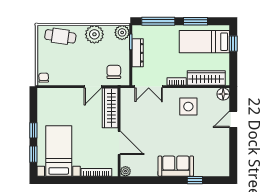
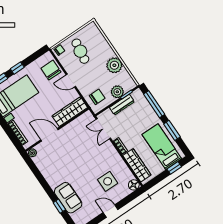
plant: (122, 32) -> (117, 92), moved
cafe table: (60, 36) -> (80, 51), moved
door: (93, 87) -> (71, 81), moved
chair: (57, 99) -> (51, 70), added
side table: (188, 107) -> (108, 181), moved
door: (233, 119) -> (111, 211), moved
door: (119, 143) -> (49, 135), swing flipped
sofa: (176, 166) -> (68, 198), moved

